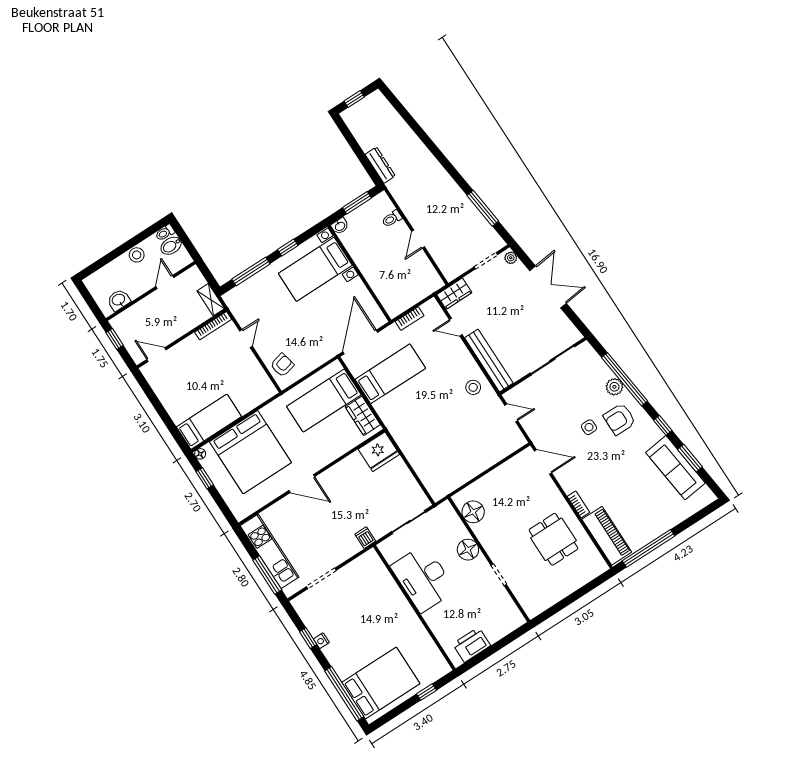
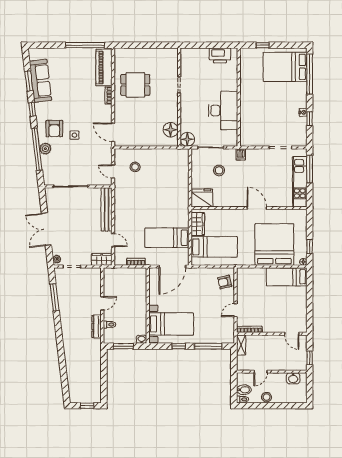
dresser: (380, 165) -> (97, 326), moved
stool: (473, 387) -> (135, 167), moved
armchair: (620, 419) -> (54, 129), turned 90
stool: (380, 500) -> (219, 170), added
dining table: (553, 539) -> (135, 85), turned 90
floor lamp: (468, 550) -> (187, 139), moved

